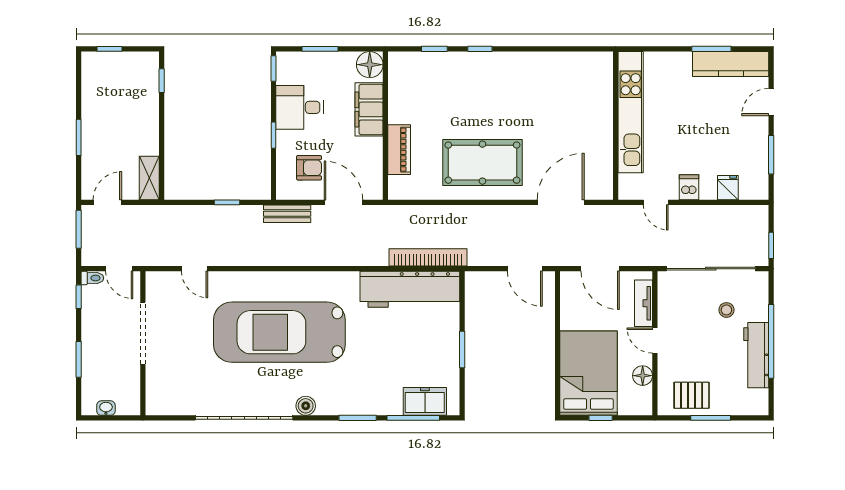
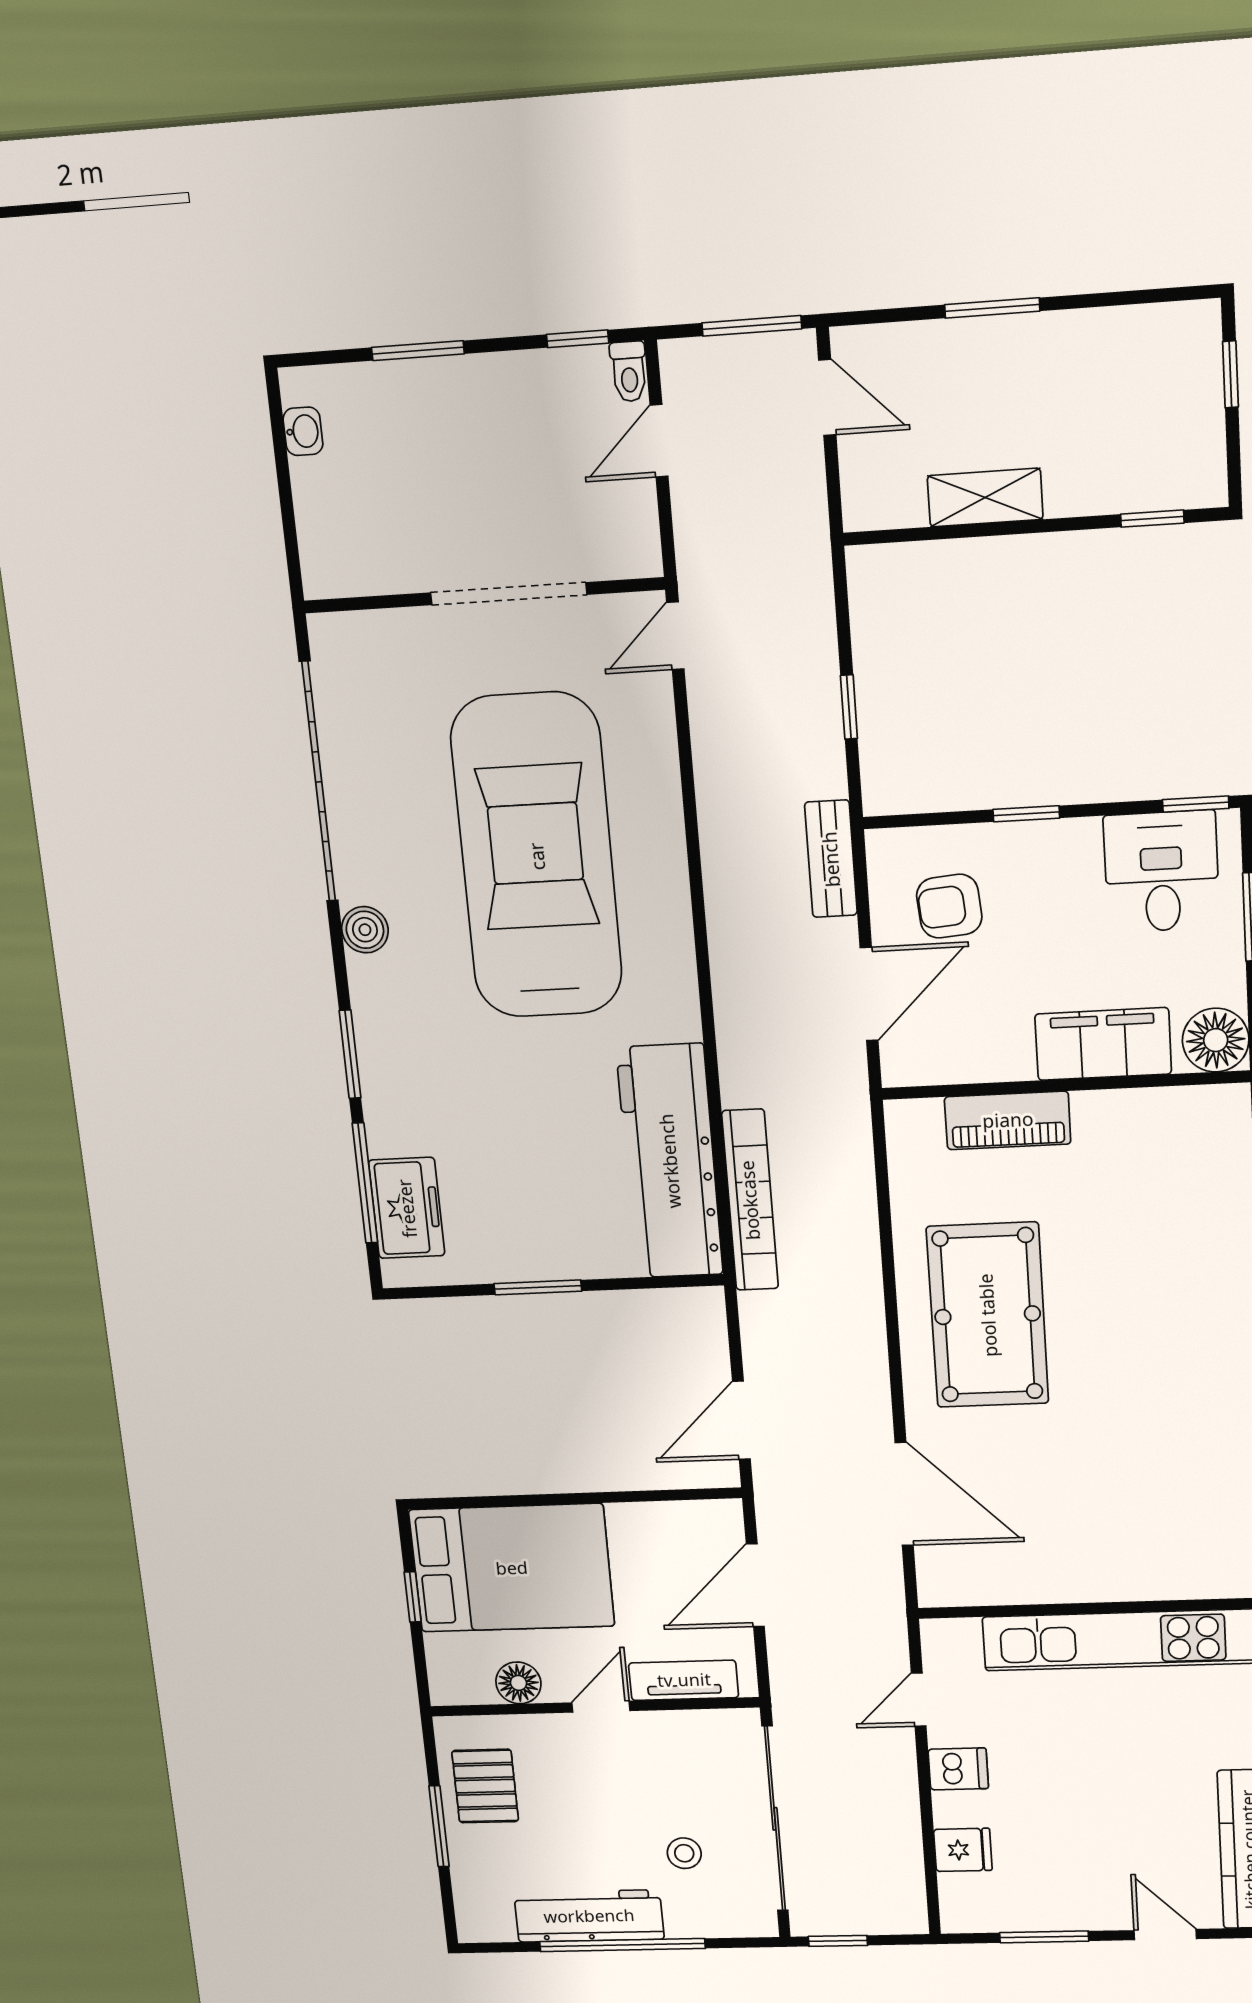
desk: (300, 107) -> (1162, 872), moved
armchair: (309, 168) -> (949, 906), turned 85
shelving: (149, 178) -> (985, 497), moved
doorway: (143, 333) -> (509, 594), moved
wall: (143, 343) -> (484, 595), moved

